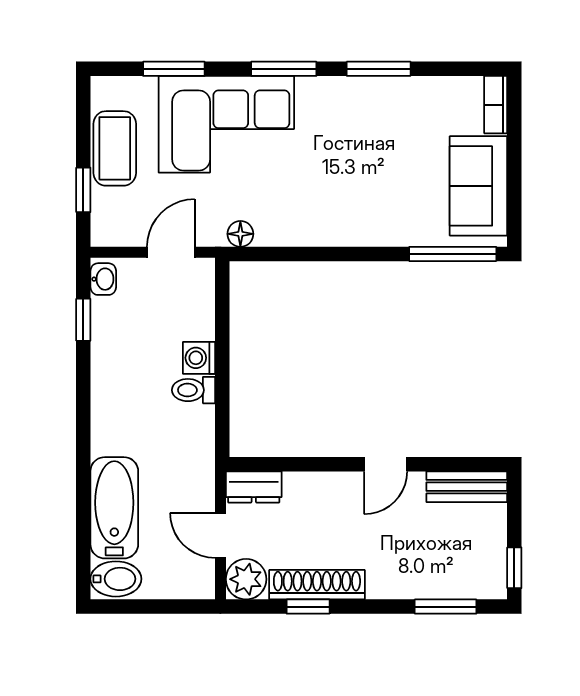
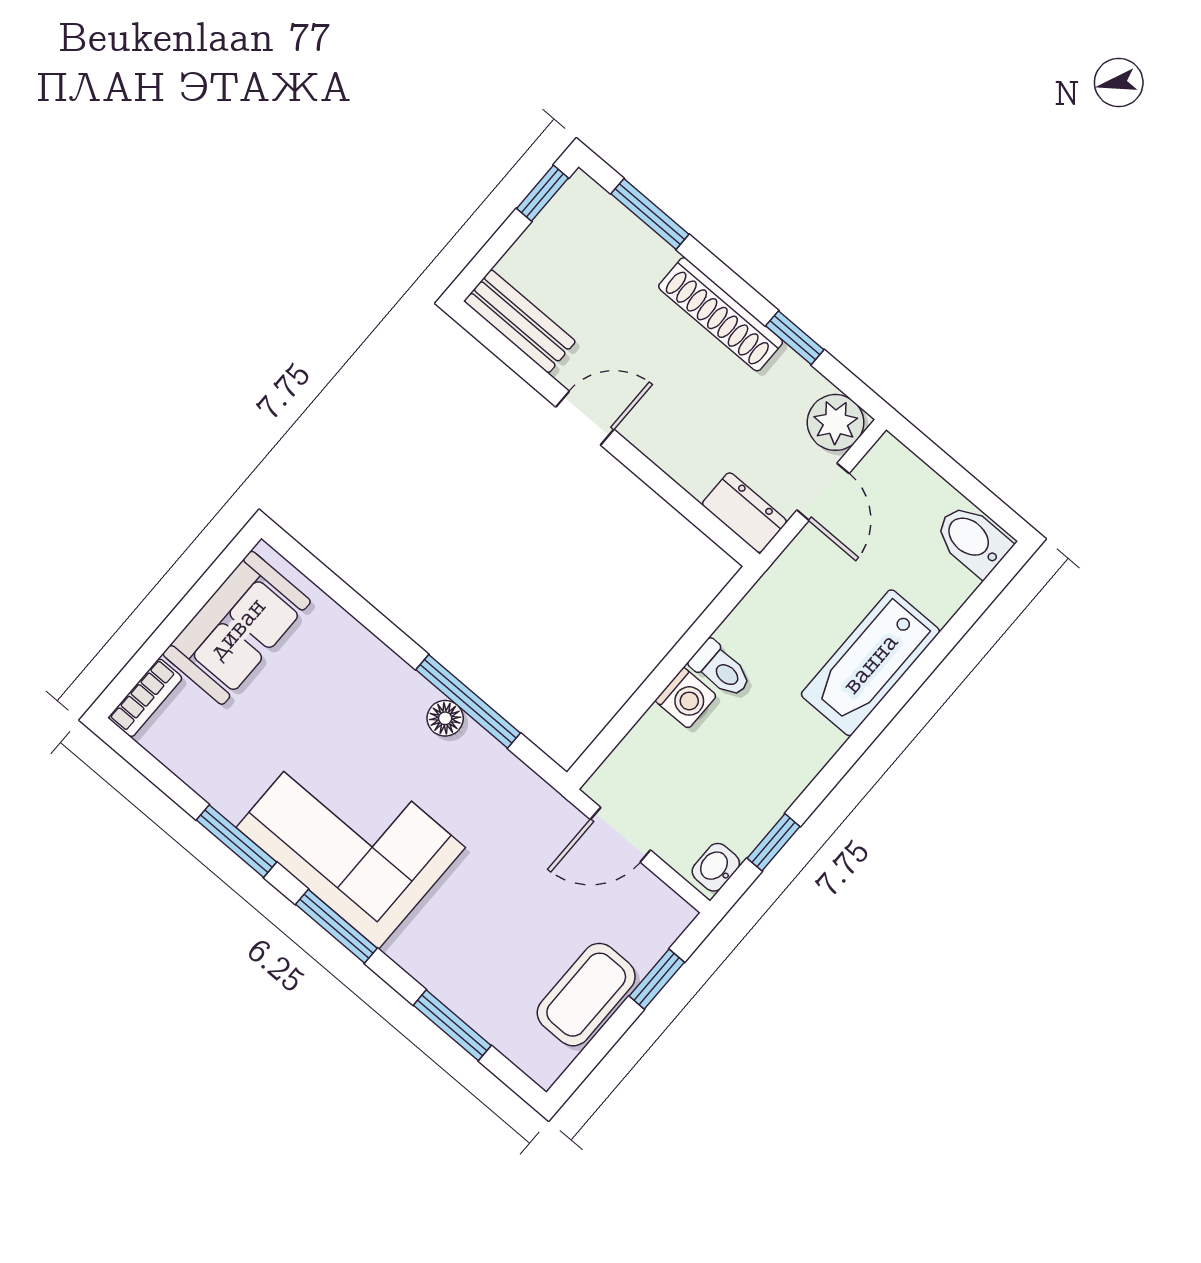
corner sofa: (226, 124) -> (351, 838), moved
floor lamp: (240, 234) -> (445, 718), moved
window: (453, 254) -> (468, 701), moved
bathtub: (114, 508) -> (870, 663), moved
shoe rack: (317, 585) -> (721, 314), moved

